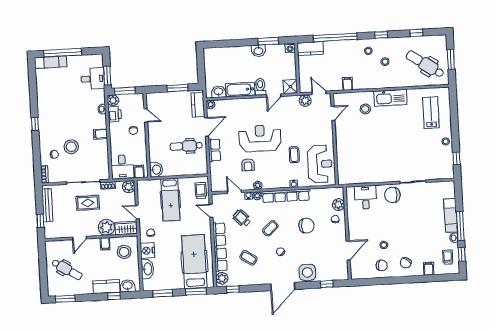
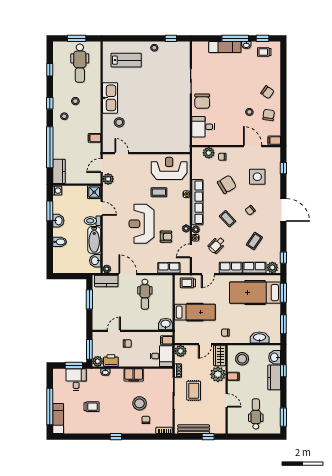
bidet: (236, 53) -> (60, 242), added
dental chair: (425, 64) -> (80, 63), turned -34
trolley: (65, 97) -> (92, 407), added
lab bench: (431, 113) -> (126, 60), turned 180
filing cabinet: (101, 134) -> (134, 375), width x2.00
row of seats: (214, 150) -> (169, 268), moved
chair: (306, 226) -> (227, 184), turned 59
nightstand: (147, 251) -> (242, 337), removed
filing cabinet: (429, 269) -> (274, 140), moved
dental chair: (67, 270) -> (256, 414), turned -32
side table: (307, 272) -> (257, 177), moved

